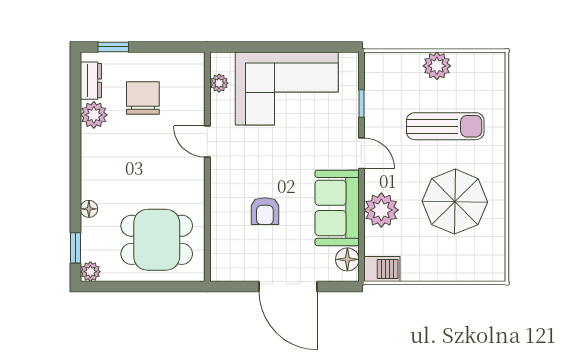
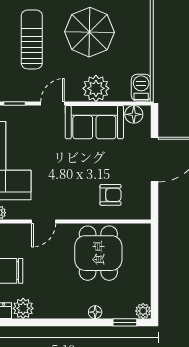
armchair: (265, 211) -> (110, 195), moved
dining table: (157, 240) -> (98, 253), moved

